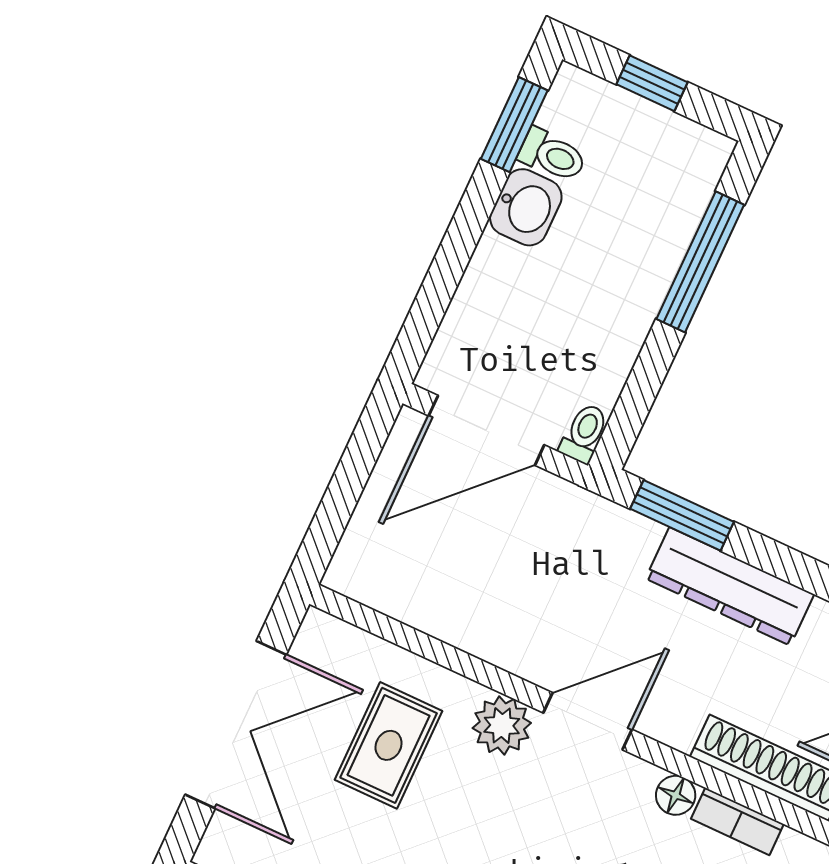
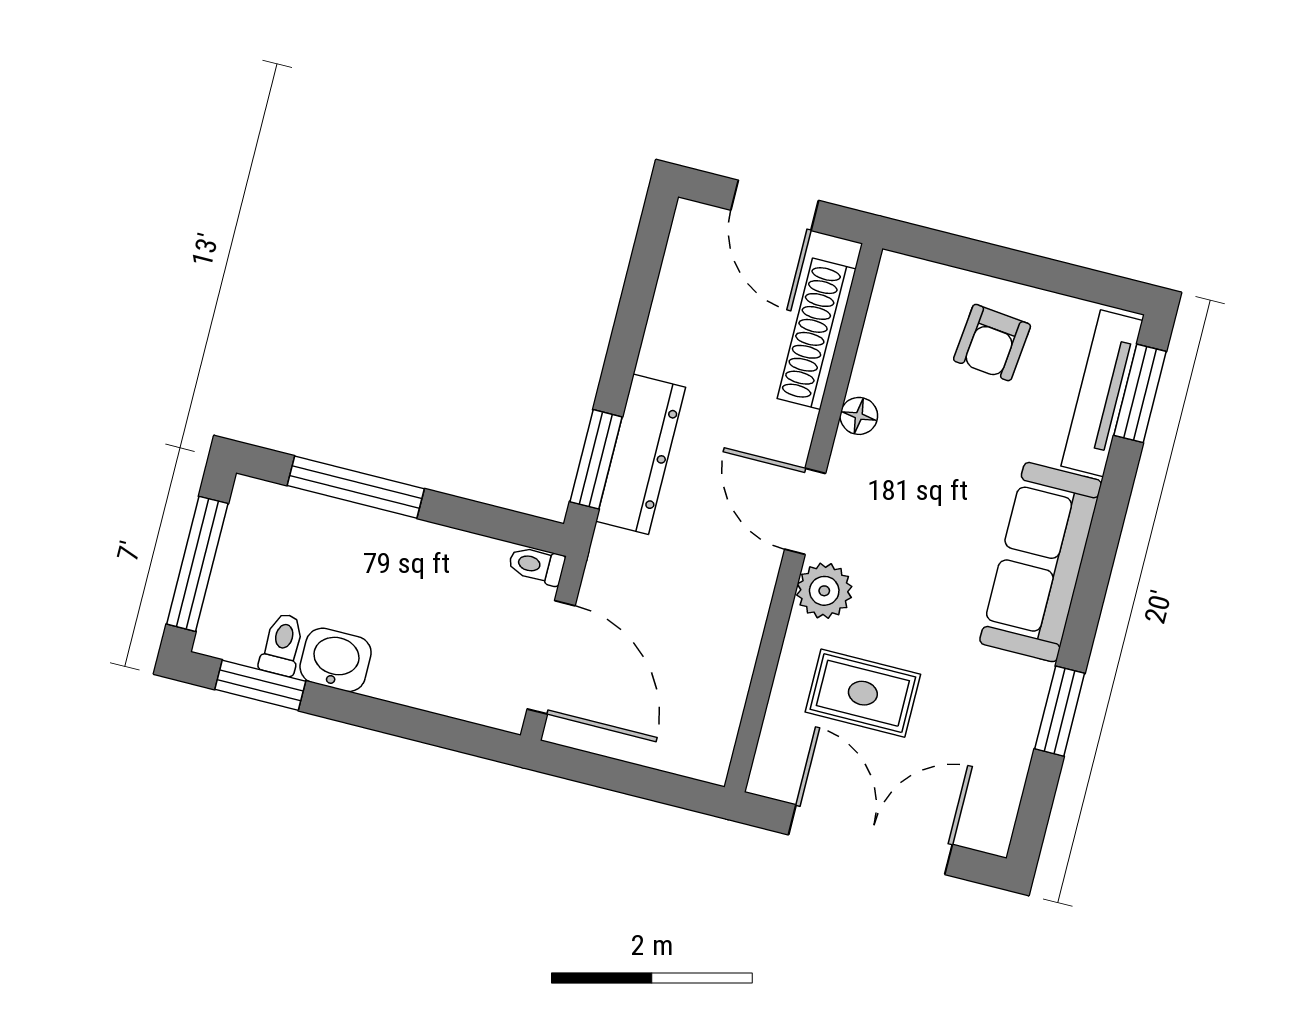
window: (652, 83) -> (197, 564), width x2.17
dresser: (730, 586) -> (641, 454), moved
bookcase: (737, 821) -> (872, 354), removed

